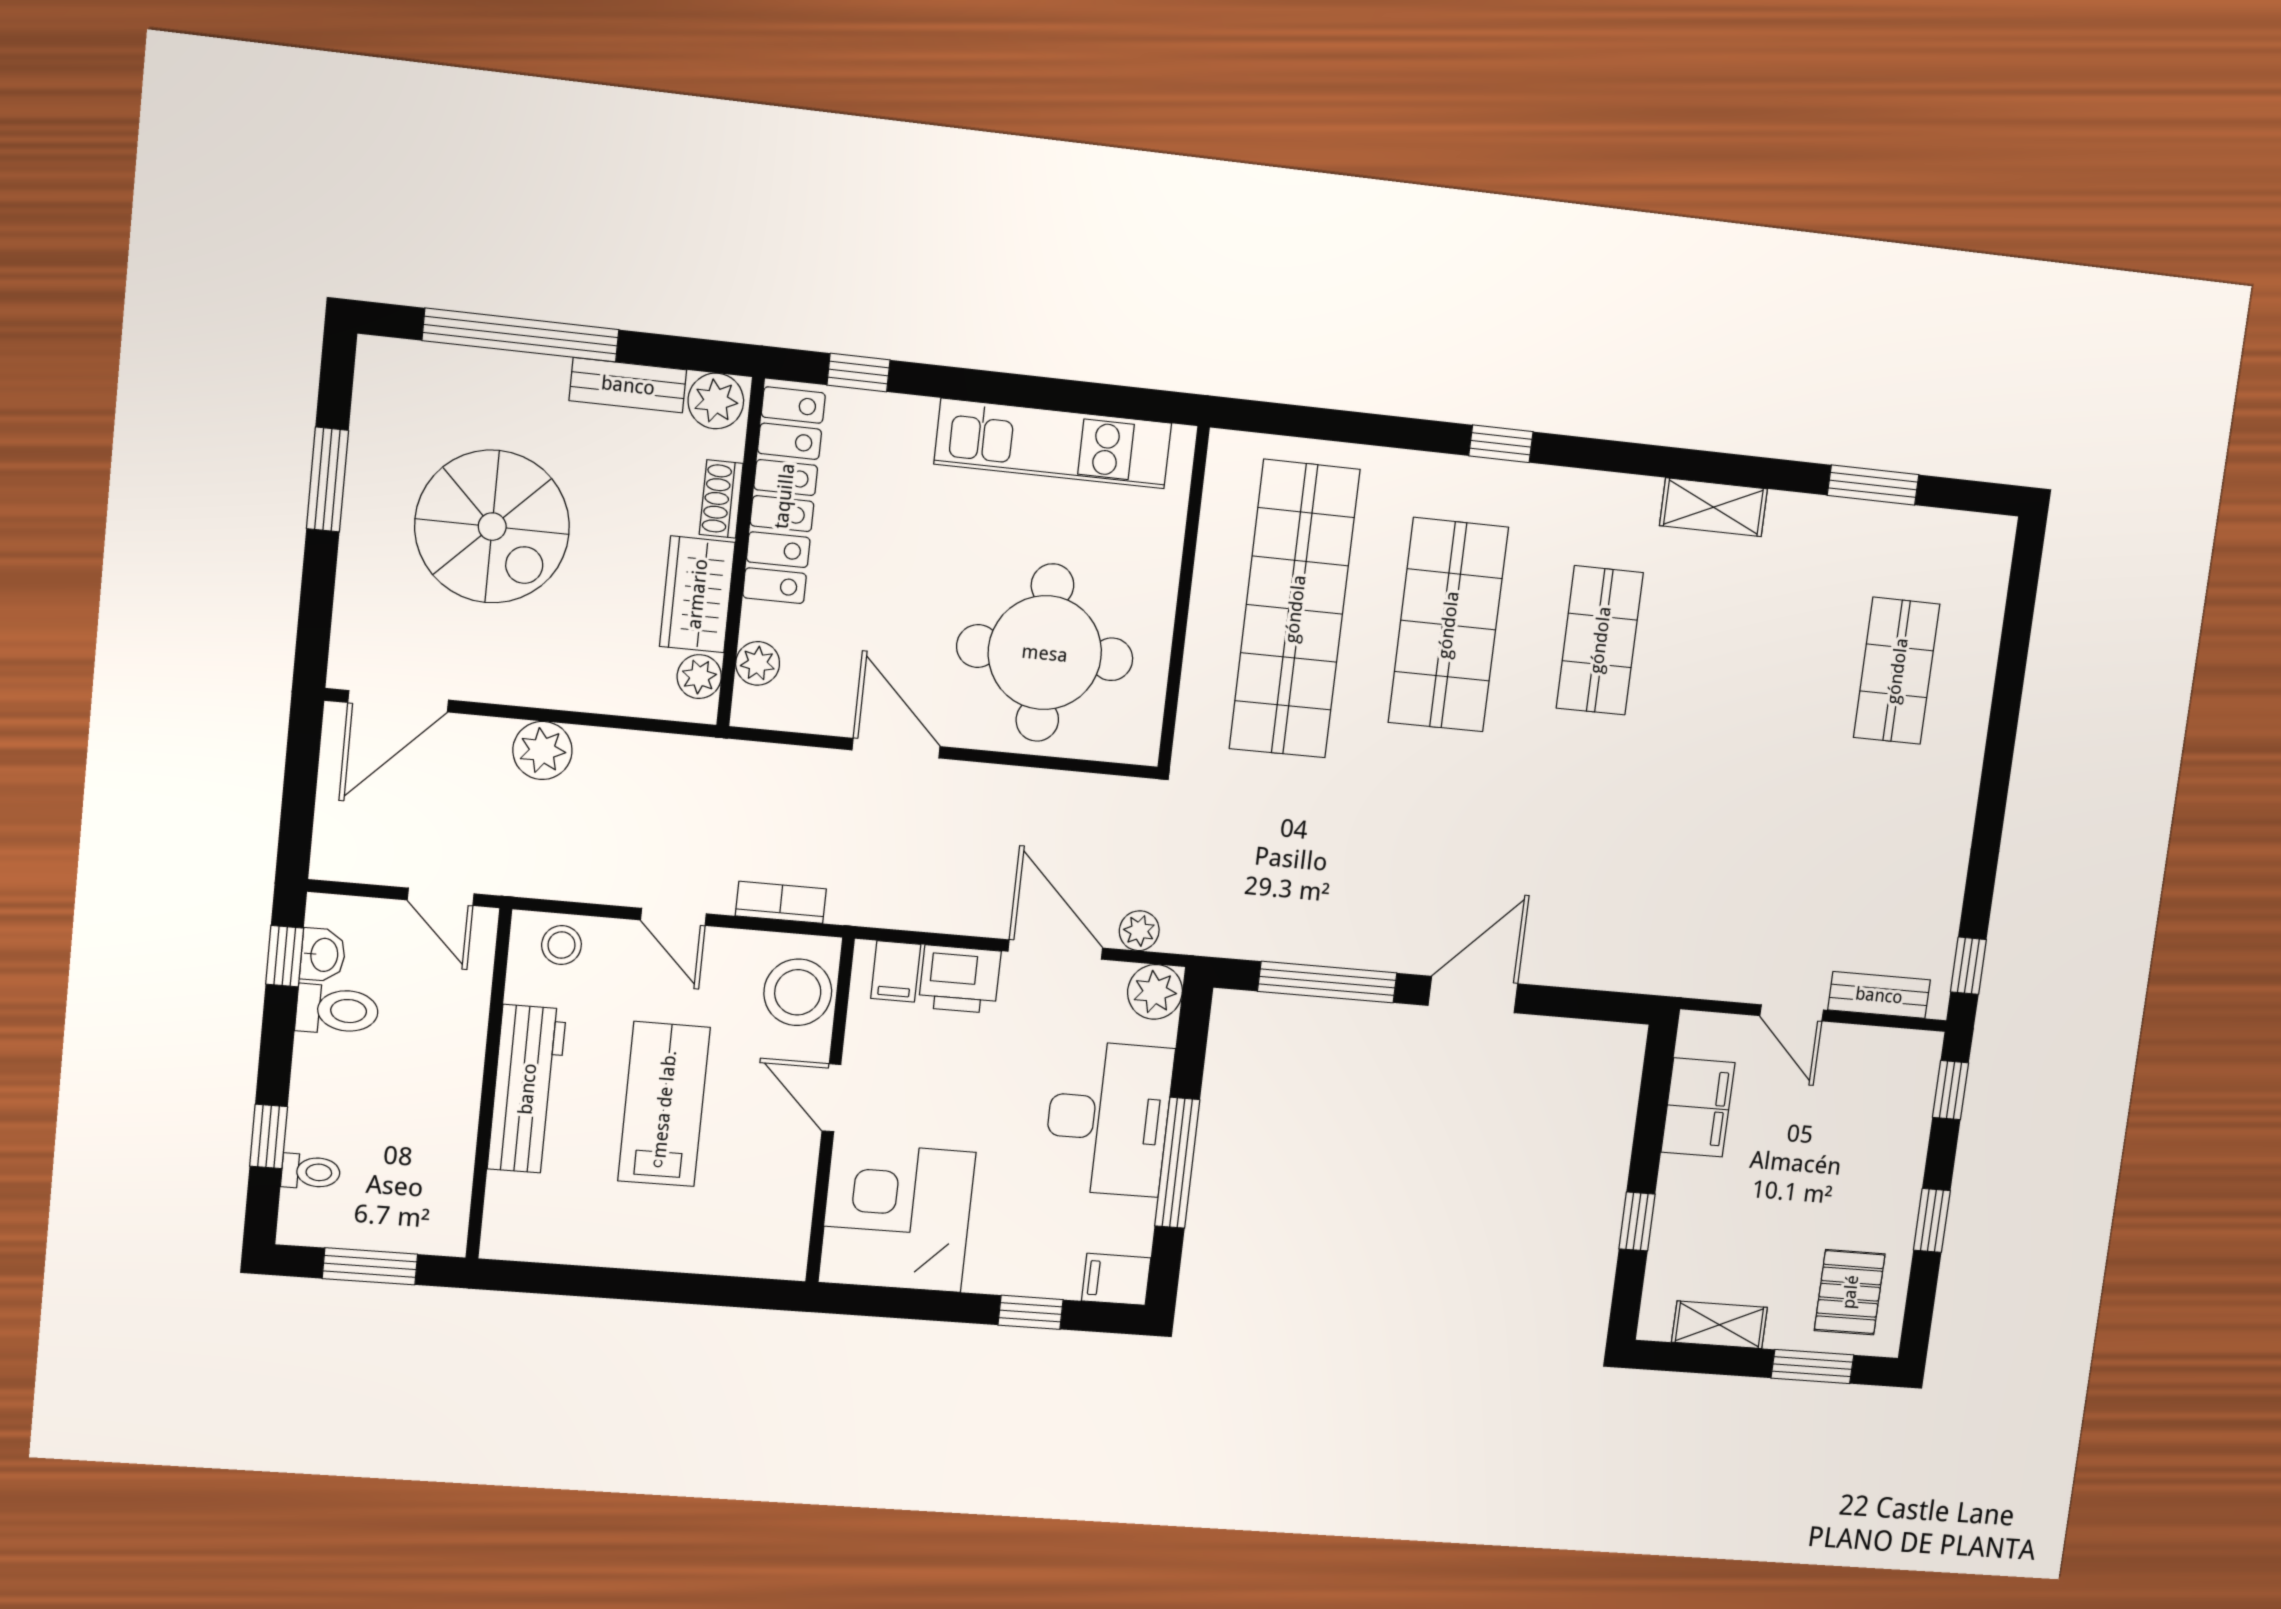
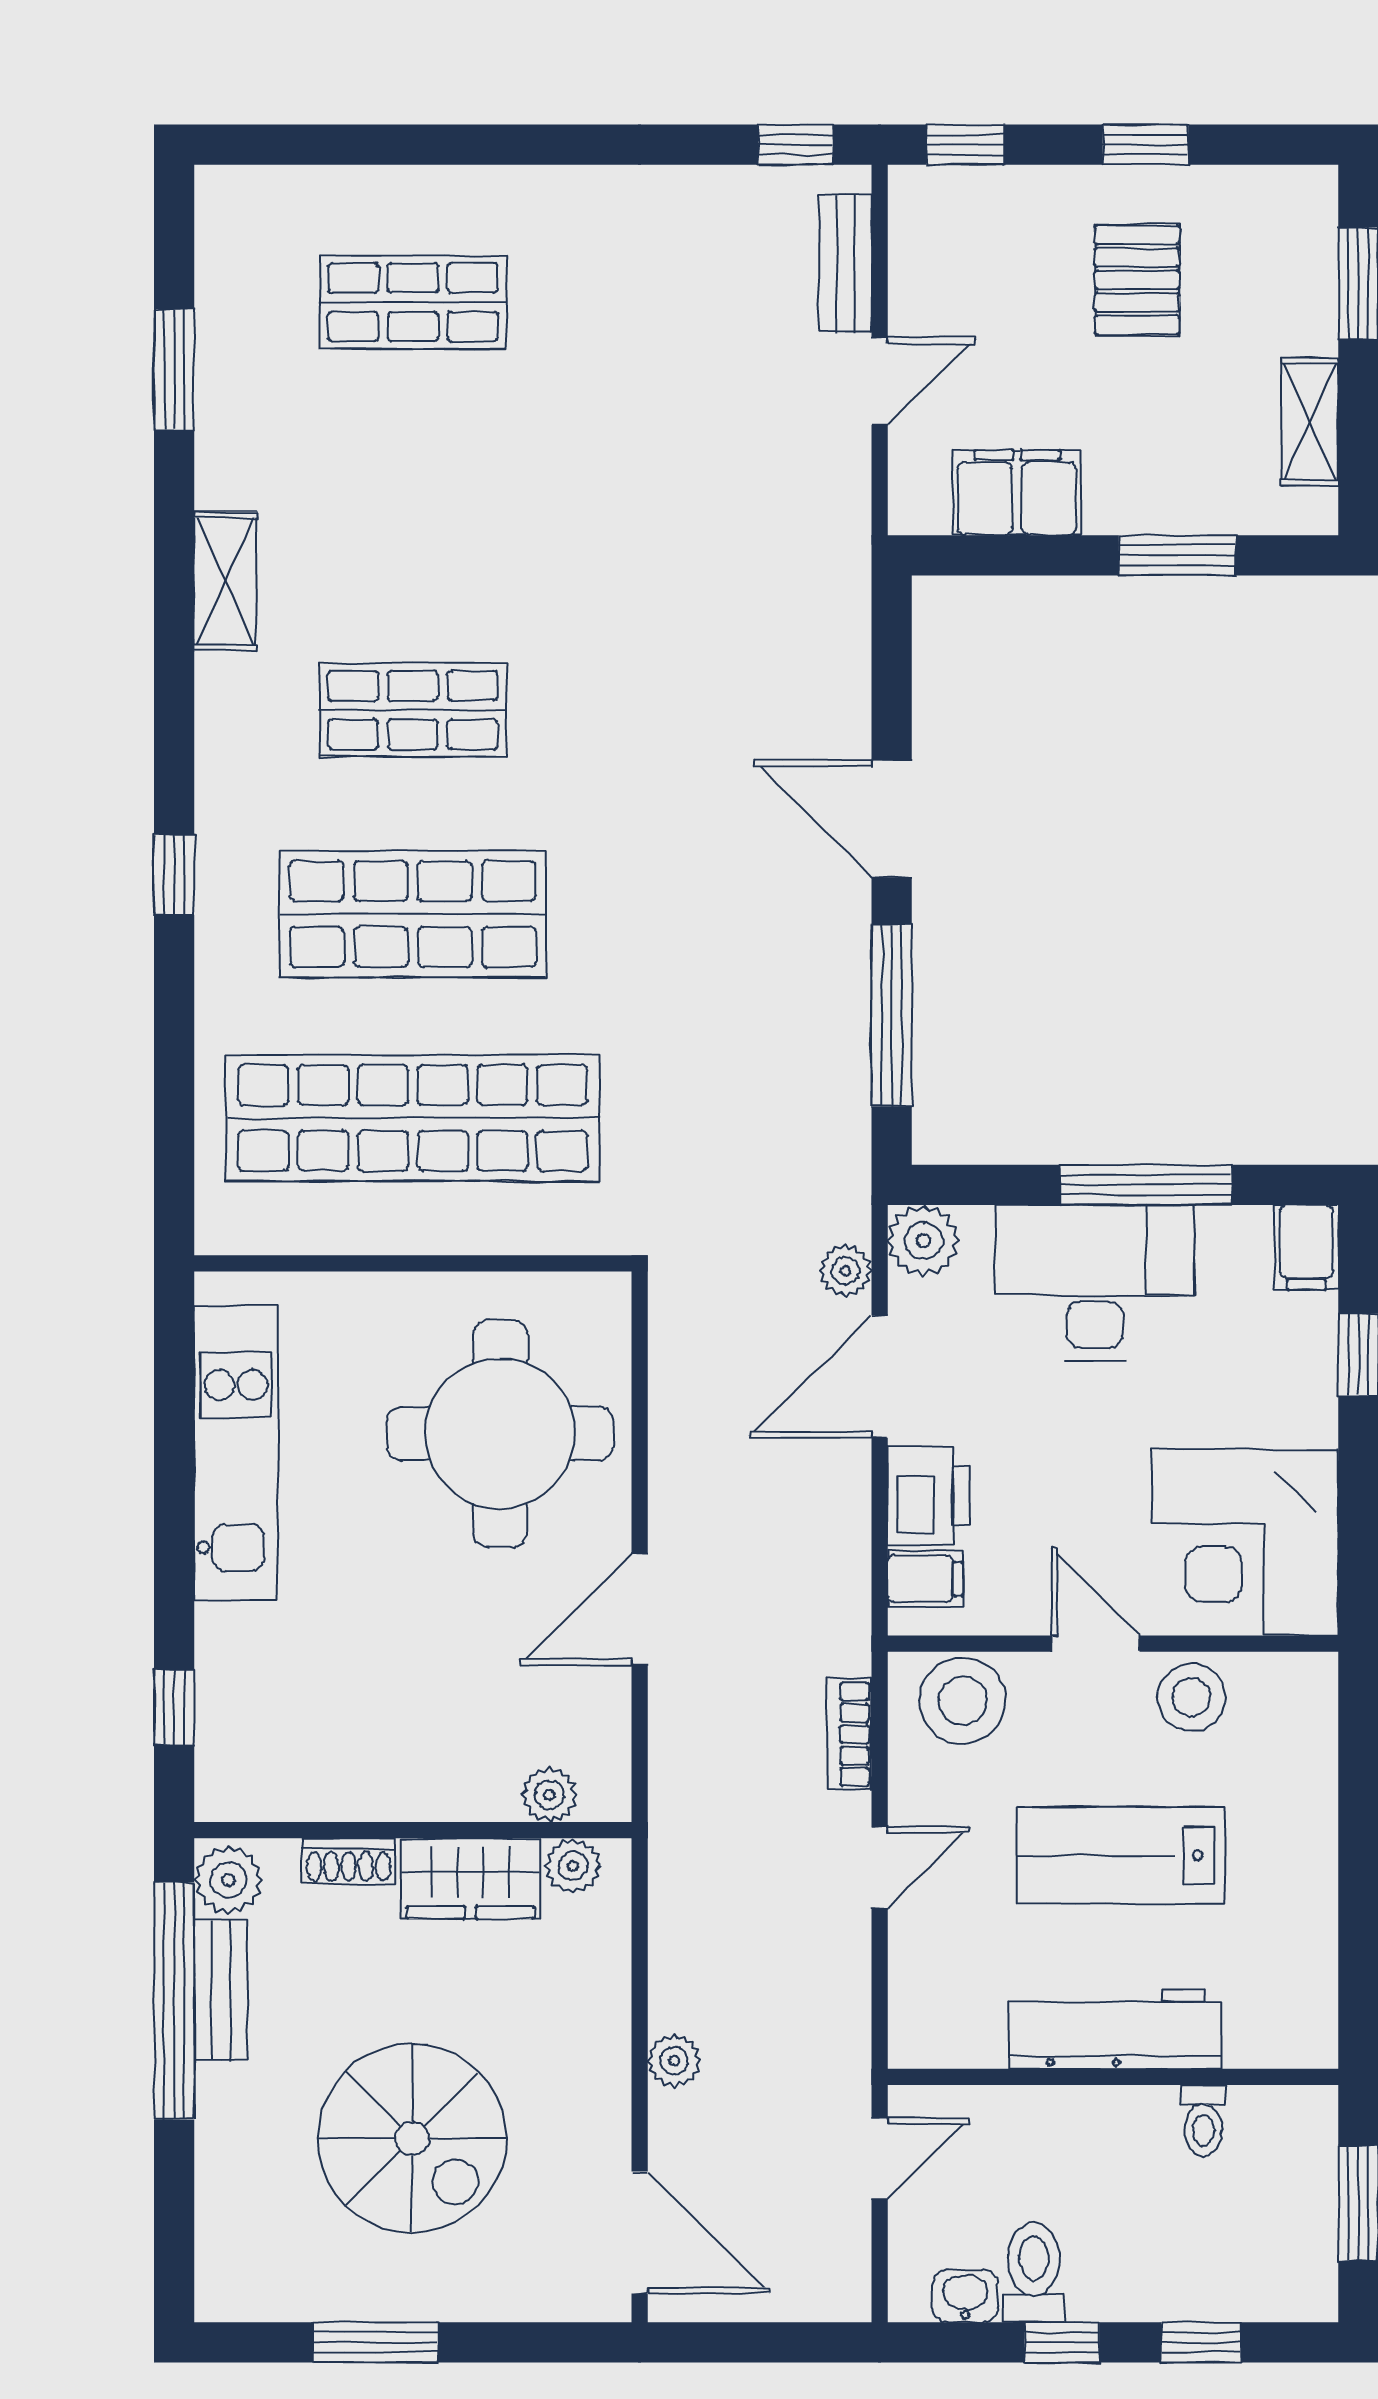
window: (521, 335) -> (174, 2001), moved
locker: (784, 496) -> (336, 1784), removed
spiral stairs: (492, 527) -> (412, 2138), turned 90
plant: (542, 750) -> (674, 2061), width x0.73, depth x0.73
stool: (562, 945) -> (1191, 1697), moved, width x1.37, depth x1.37
window: (285, 956) -> (1062, 2342), moved
door: (831, 1098) -> (1096, 1644), swing flipped
toilet: (311, 1172) -> (1203, 2121), moved, turned 180
window: (1637, 1221) -> (1177, 555), width x1.50
pallet: (1850, 1292) -> (1137, 280), moved, turned 90

